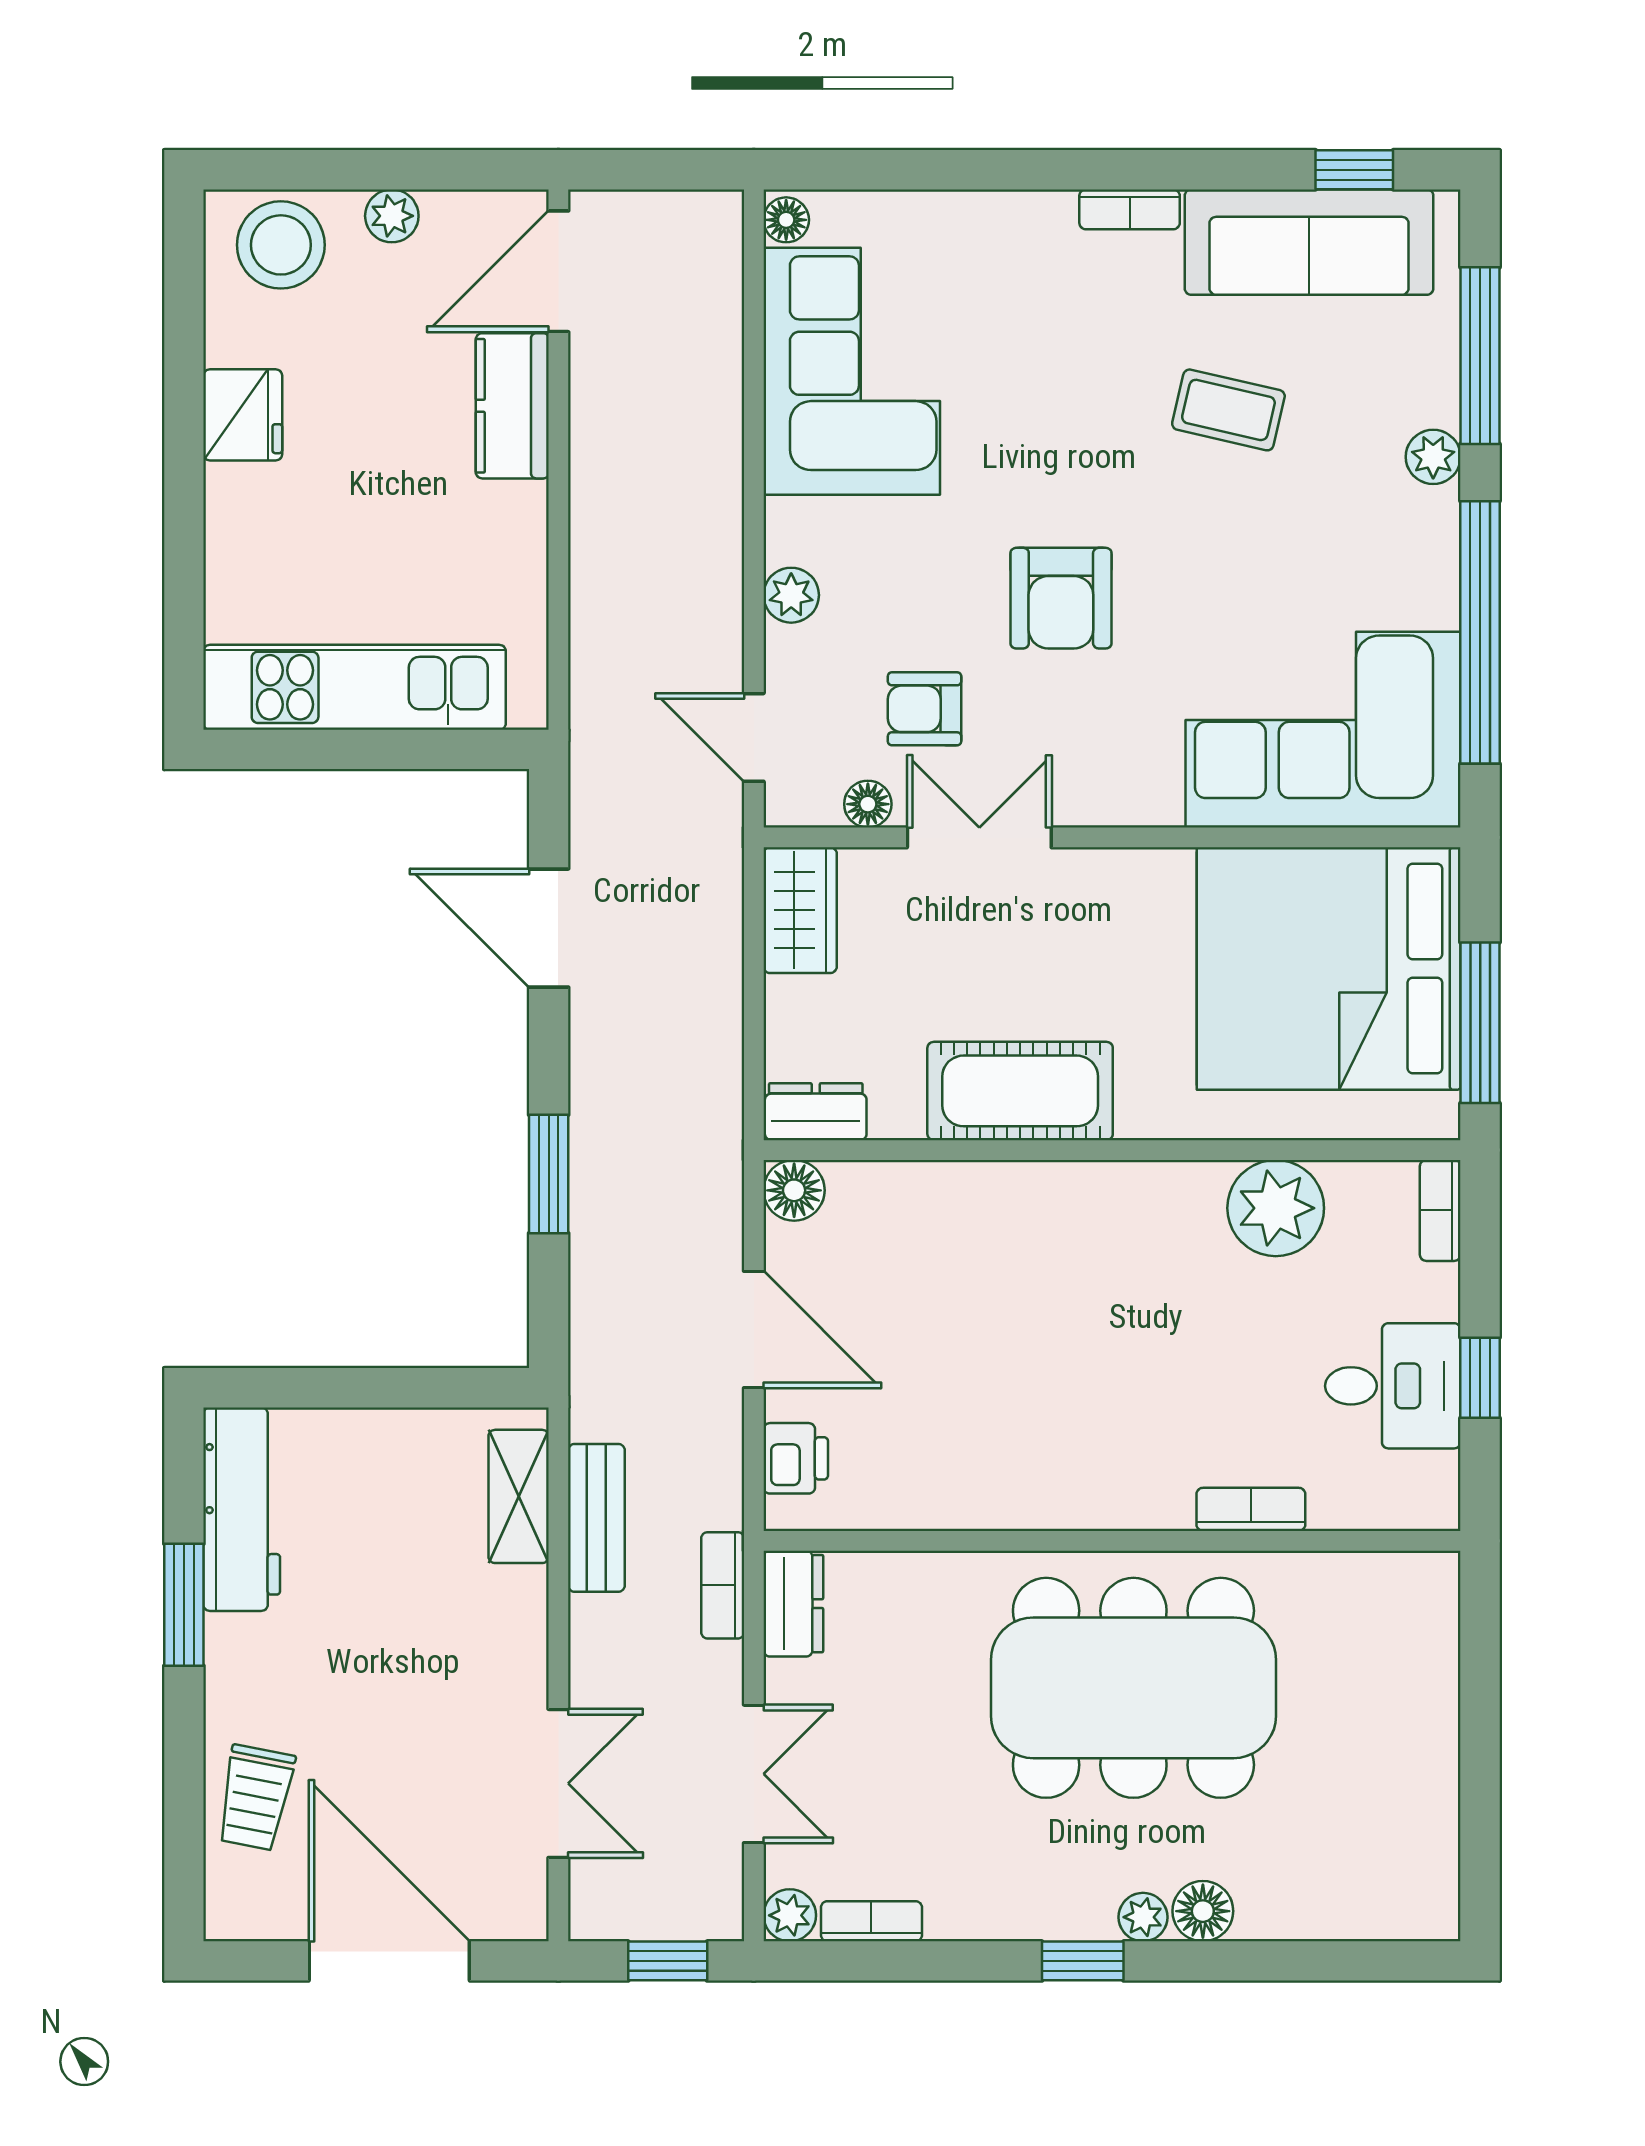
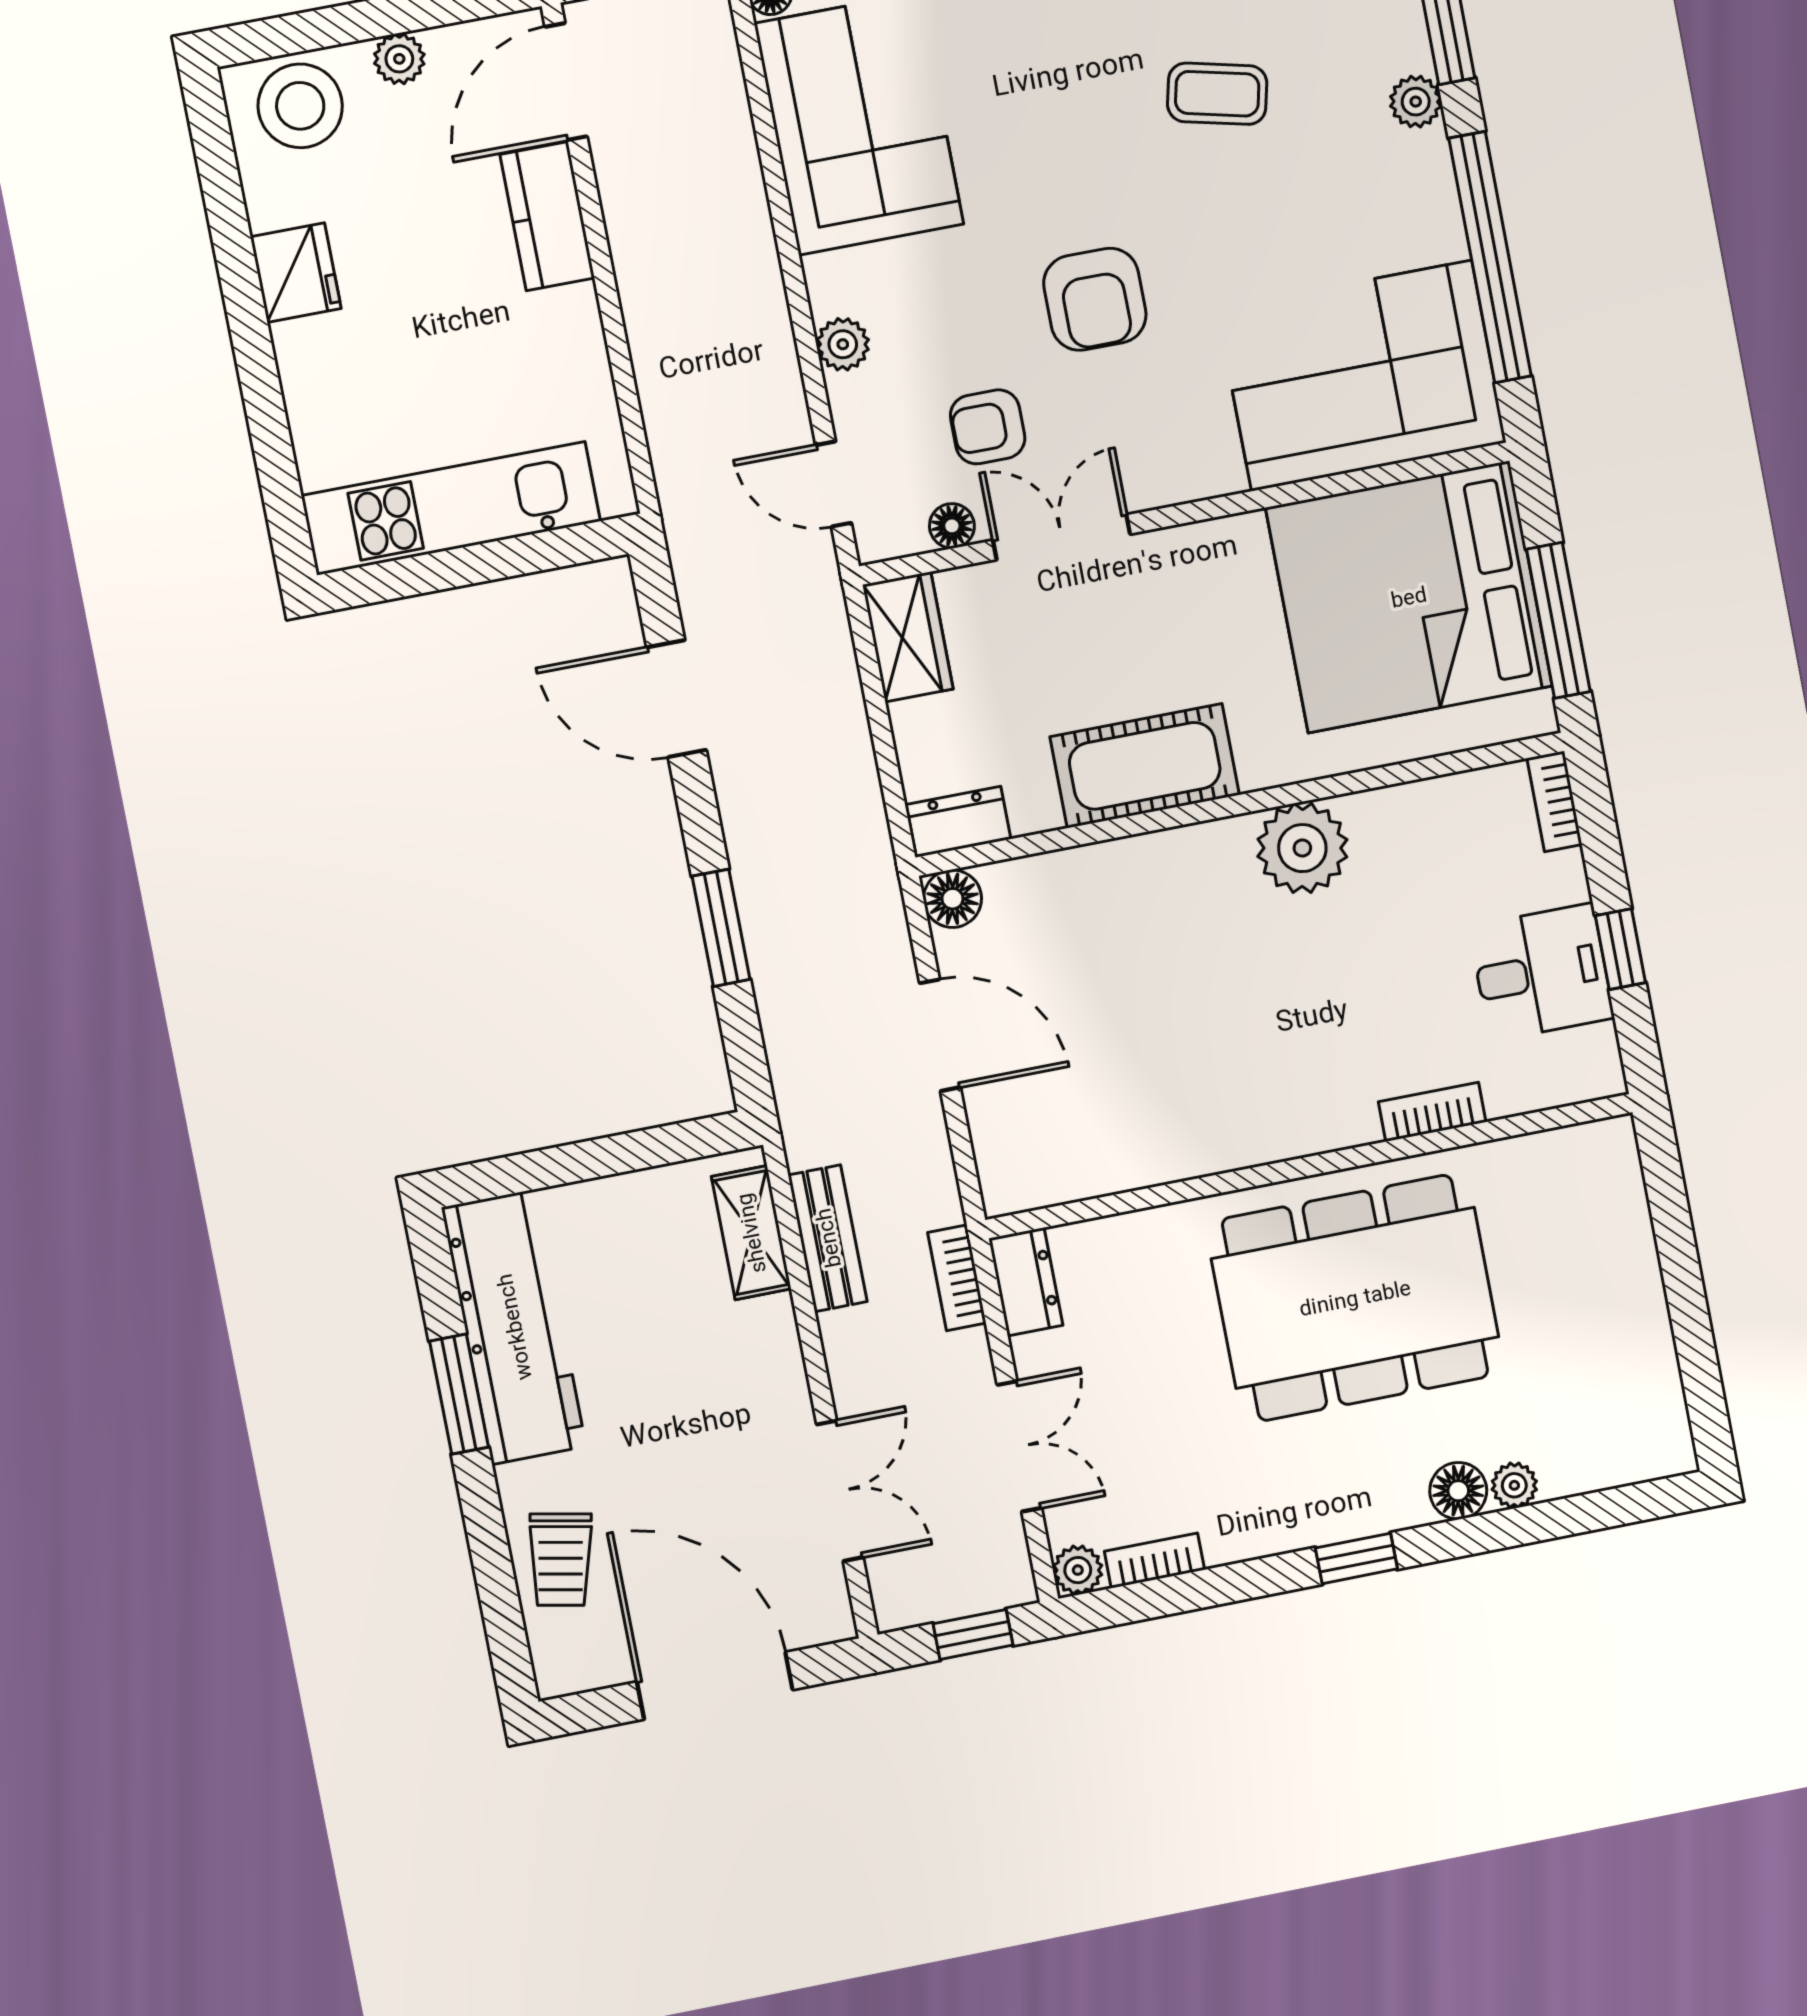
plant: (1276, 1208) -> (1302, 848), moved
printer: (796, 1458) -> (1002, 1147), removed
workbench: (242, 1509) -> (514, 1327), width x1.36, depth x1.32
plant: (1143, 1917) -> (1514, 1485), moved

